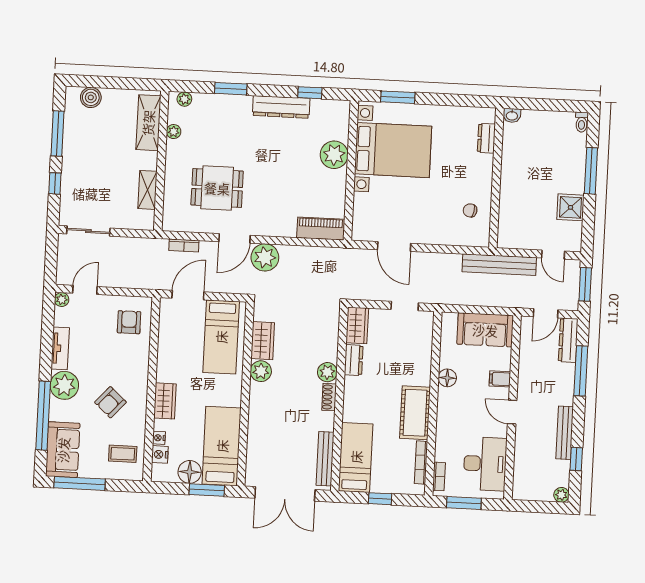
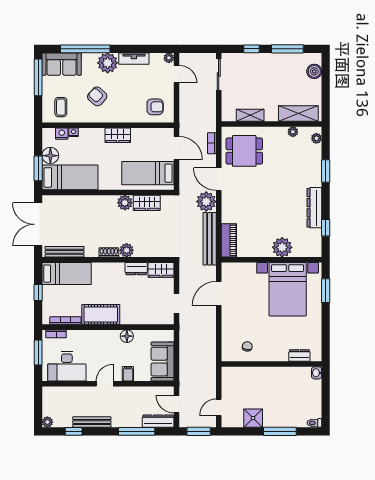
dining table: (217, 188) -> (244, 151), moved, turned 90
bench: (499, 265) -> (210, 239), moved
wardrobe: (165, 401) -> (118, 135), moved

